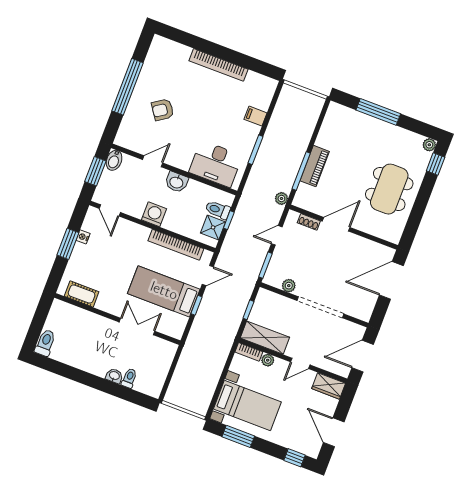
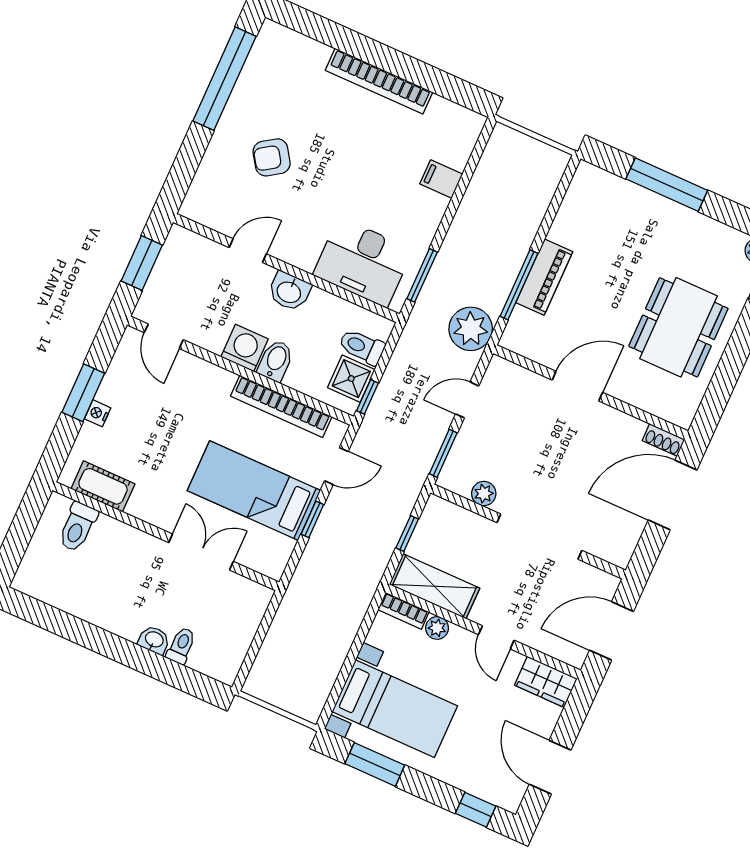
window: (128, 87) -> (225, 79), moved
window: (255, 150) -> (422, 275), moved
bidet: (114, 160) -> (276, 361), moved, turned 180
plant: (281, 199) -> (471, 329), width x1.88, depth x1.88
window: (229, 220) -> (367, 397), moved
shoe rack: (309, 222) -> (663, 440), moved
nightstand: (83, 237) -> (98, 413), moved
toilet: (45, 343) -> (78, 527), moved, turned 180
door: (300, 363) -> (496, 637), hinge flipped

